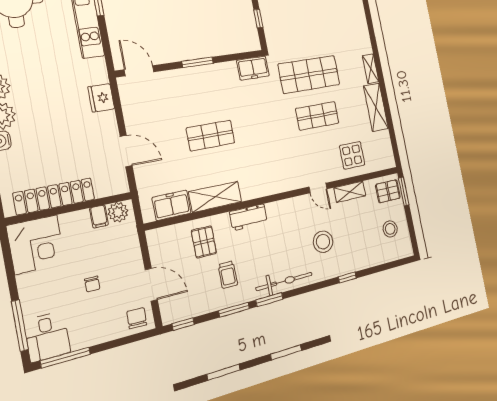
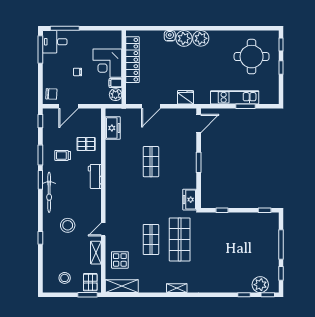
shelving: (376, 107) -> (122, 286), moved
shelving: (215, 197) -> (112, 157), removed
corner desk: (36, 244) -> (107, 63), moved

